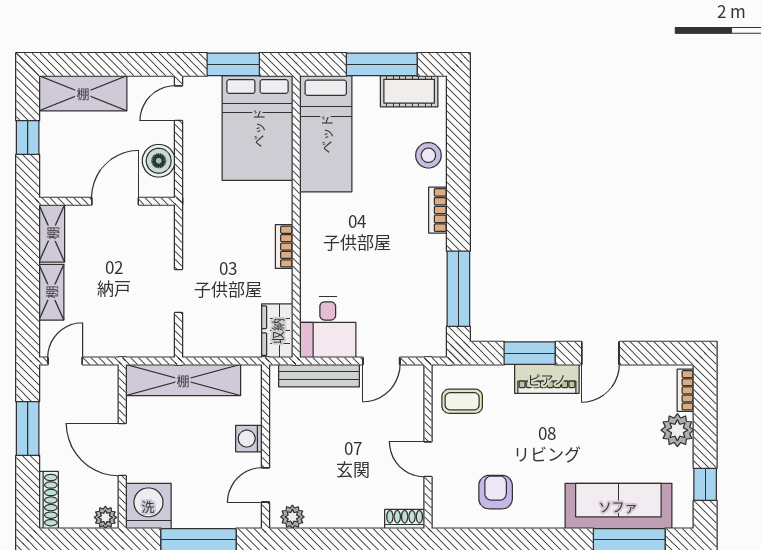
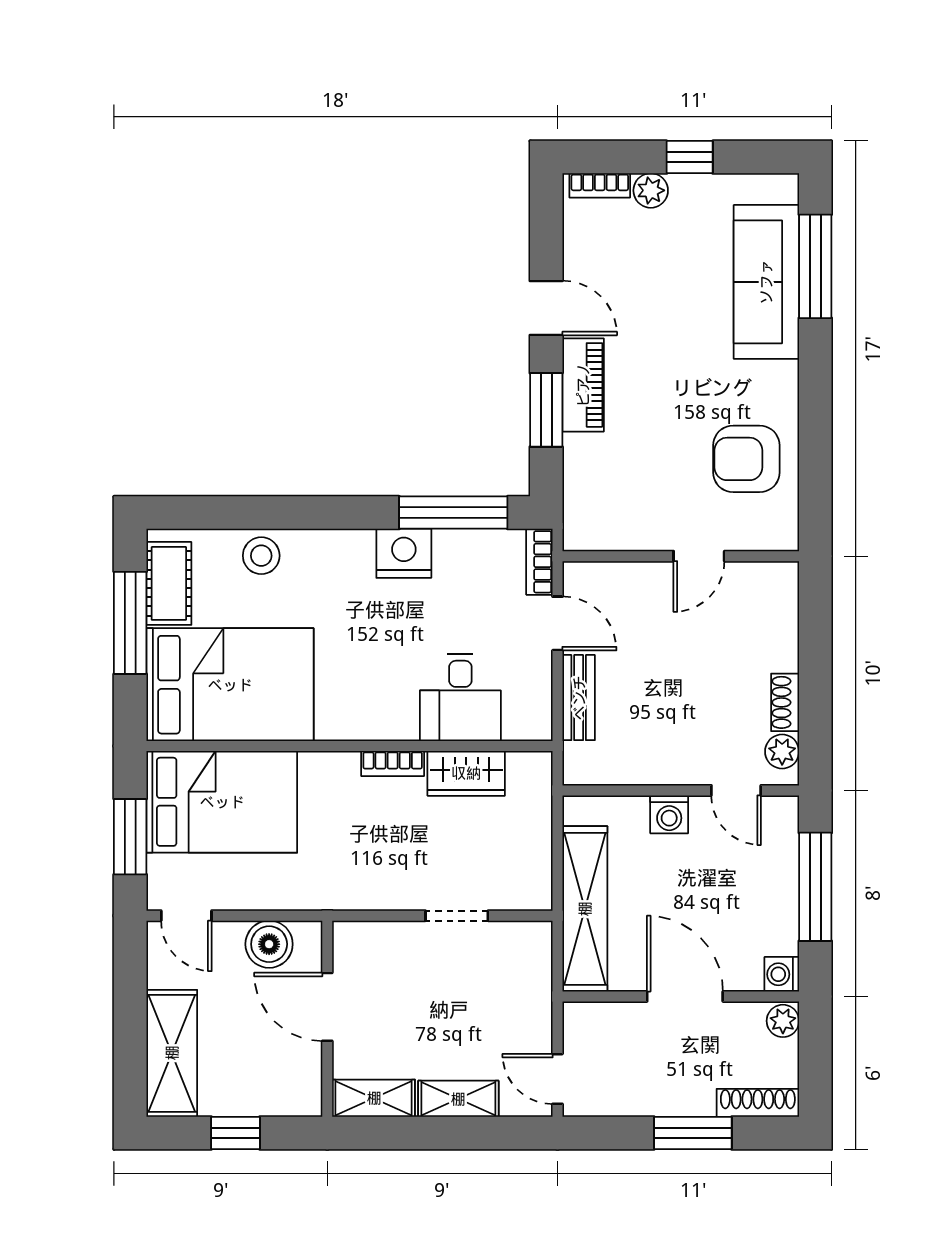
bed: (326, 134) -> (230, 685), width x1.50
bookcase: (438, 210) -> (539, 562), moved, turned 90
nightstand: (430, 254) -> (404, 553), added
desk: (328, 327) -> (460, 697), moved, turned 90
wardrobe: (277, 331) -> (466, 773), moved
bench: (319, 376) -> (579, 698), width x0.73
coffee table: (462, 401) -> (615, 507), removed
window: (28, 428) -> (693, 1133), moved
plant: (677, 430) -> (651, 190), width x0.73, depth x0.73
door: (122, 449) -> (685, 996), swing flipped
window: (705, 484) -> (690, 157), moved
armchair: (496, 492) -> (746, 459), width x1.38, depth x1.38
washing machine: (148, 506) -> (782, 974), width x0.53, depth x0.53
shoe rack: (405, 519) -> (785, 702), moved

